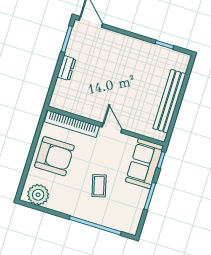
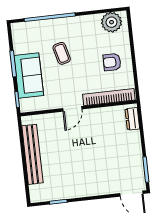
dresser: (66, 68) -> (132, 119), moved
door: (112, 128) -> (72, 109), hinge flipped
armchair: (54, 156) -> (112, 62), width x0.53, depth x0.53
sofa: (144, 164) -> (29, 76), moved

